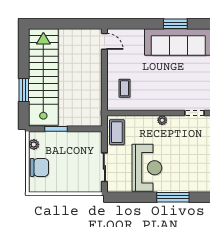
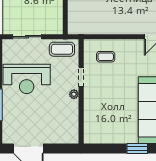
doorway: (195, 113) -> (81, 77), moved

